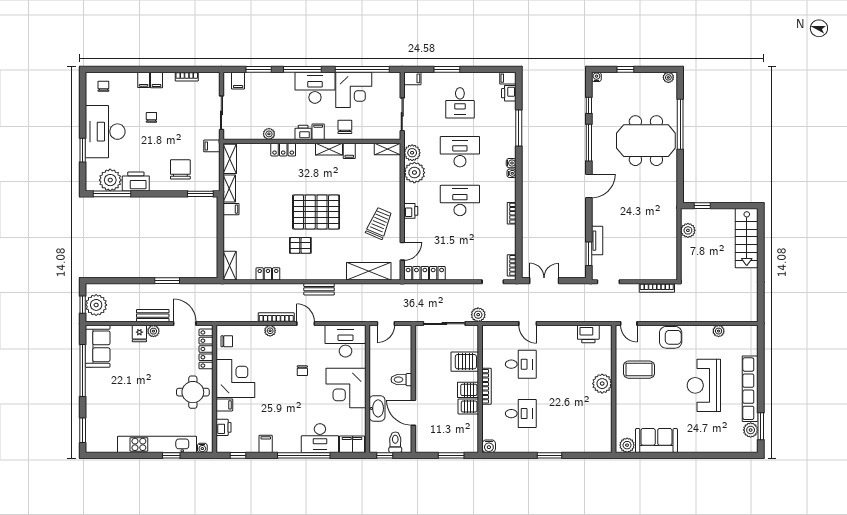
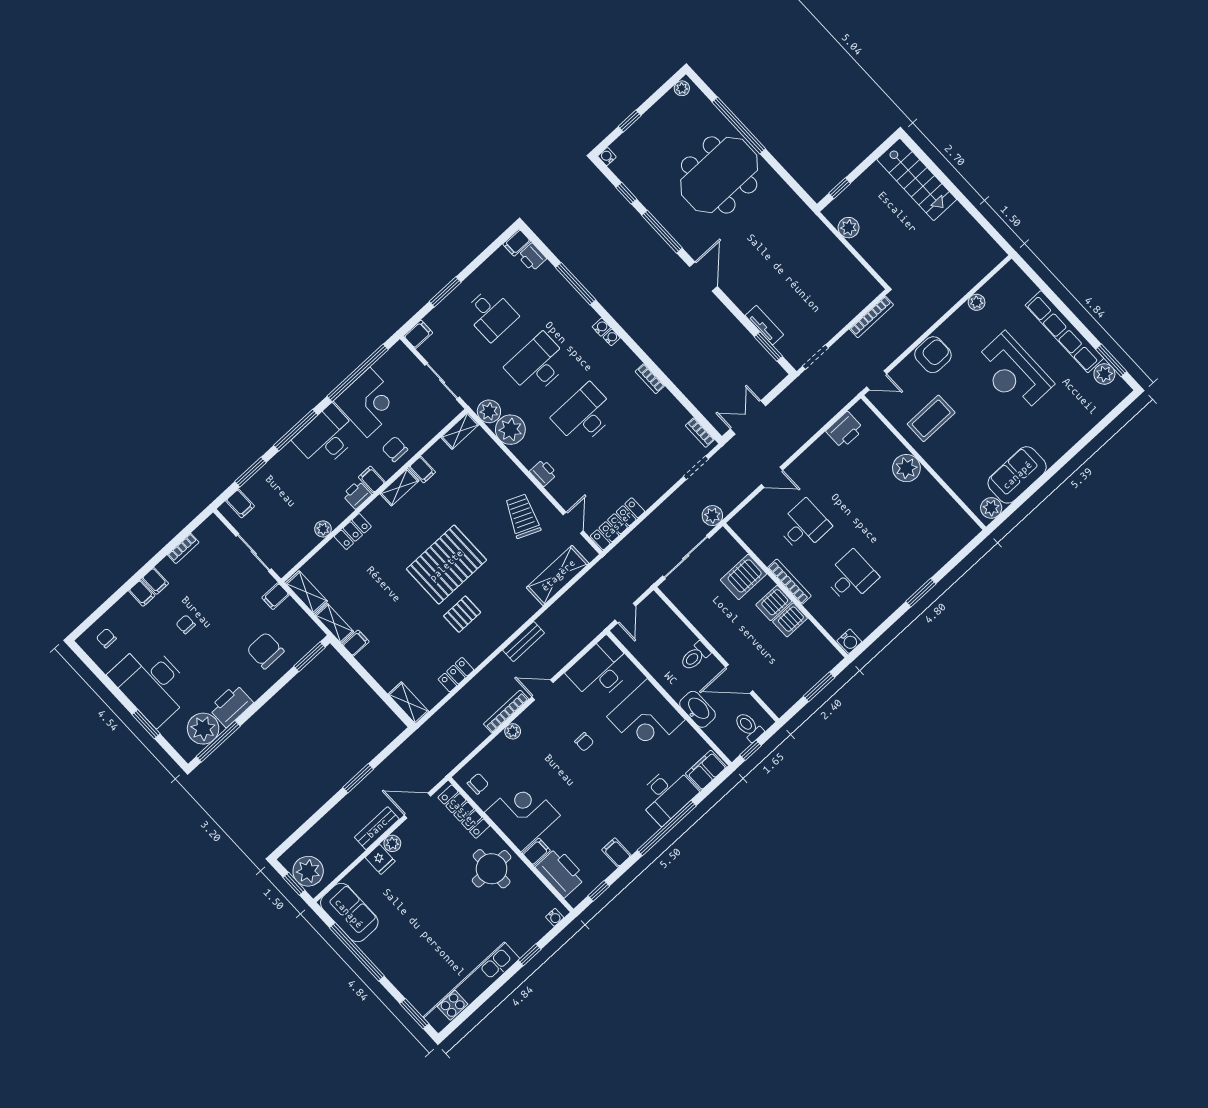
printer: (224, 427) -> (561, 872), width x1.87, depth x1.48
kitchen unit: (157, 444) -> (471, 988), moved

